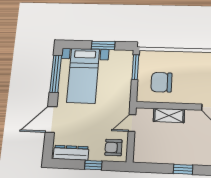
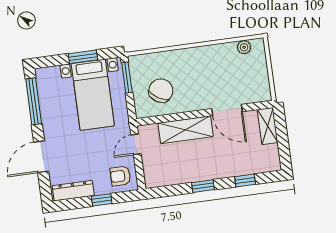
bed with nightstands: (83, 76) -> (93, 95), moved
chair: (161, 82) -> (161, 91), turned 121
shelving: (169, 116) -> (186, 130), width x1.50, depth x1.33

